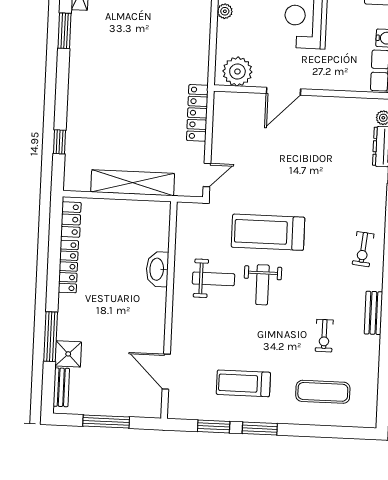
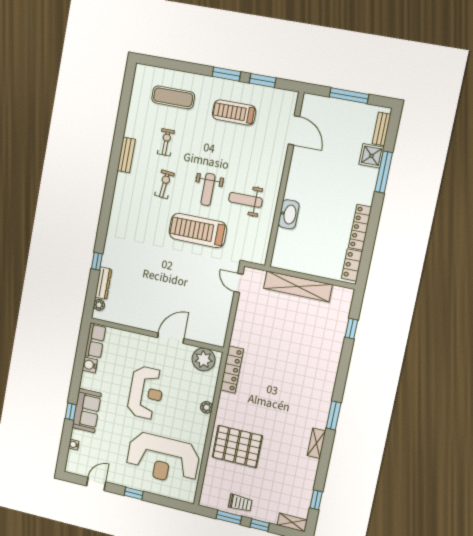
locker: (197, 113) -> (232, 369), moved
door: (207, 175) -> (239, 283), hinge flipped
treadmill: (268, 232) -> (198, 230), turned 180
exercise bike: (363, 249) -> (165, 184), moved
weight bench: (262, 285) -> (208, 189), turned 180
treadmill: (243, 383) -> (234, 112), turned 180

